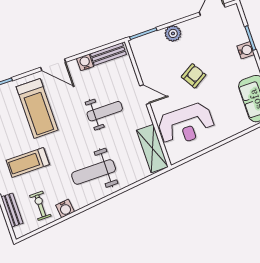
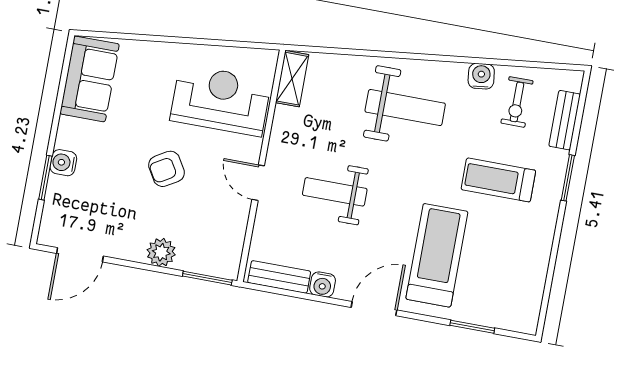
door: (53, 65) -> (374, 309), hinge flipped
shelving: (152, 148) -> (292, 79), width x0.67, depth x0.75
treadmill: (28, 162) -> (498, 180), turned 180

